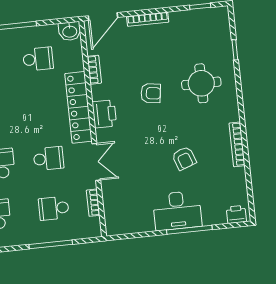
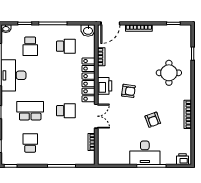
armchair: (151, 93) -> (128, 91), moved
school desk: (54, 208) -> (66, 143), removed

